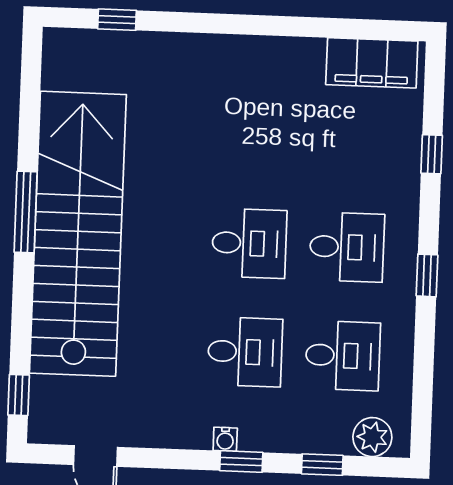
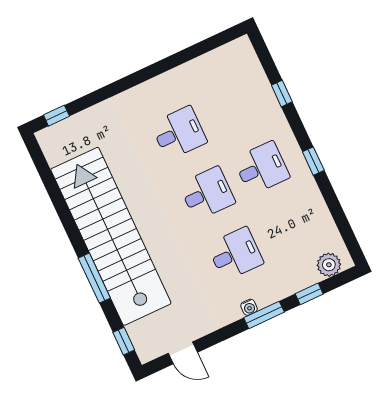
window: (117, 20) -> (56, 116), moved
filing cabinet: (372, 63) -> (223, 60), removed
window: (26, 212) -> (94, 278), moved
desk: (343, 356) -> (179, 133), moved
window: (241, 462) -> (264, 315), width x1.50

